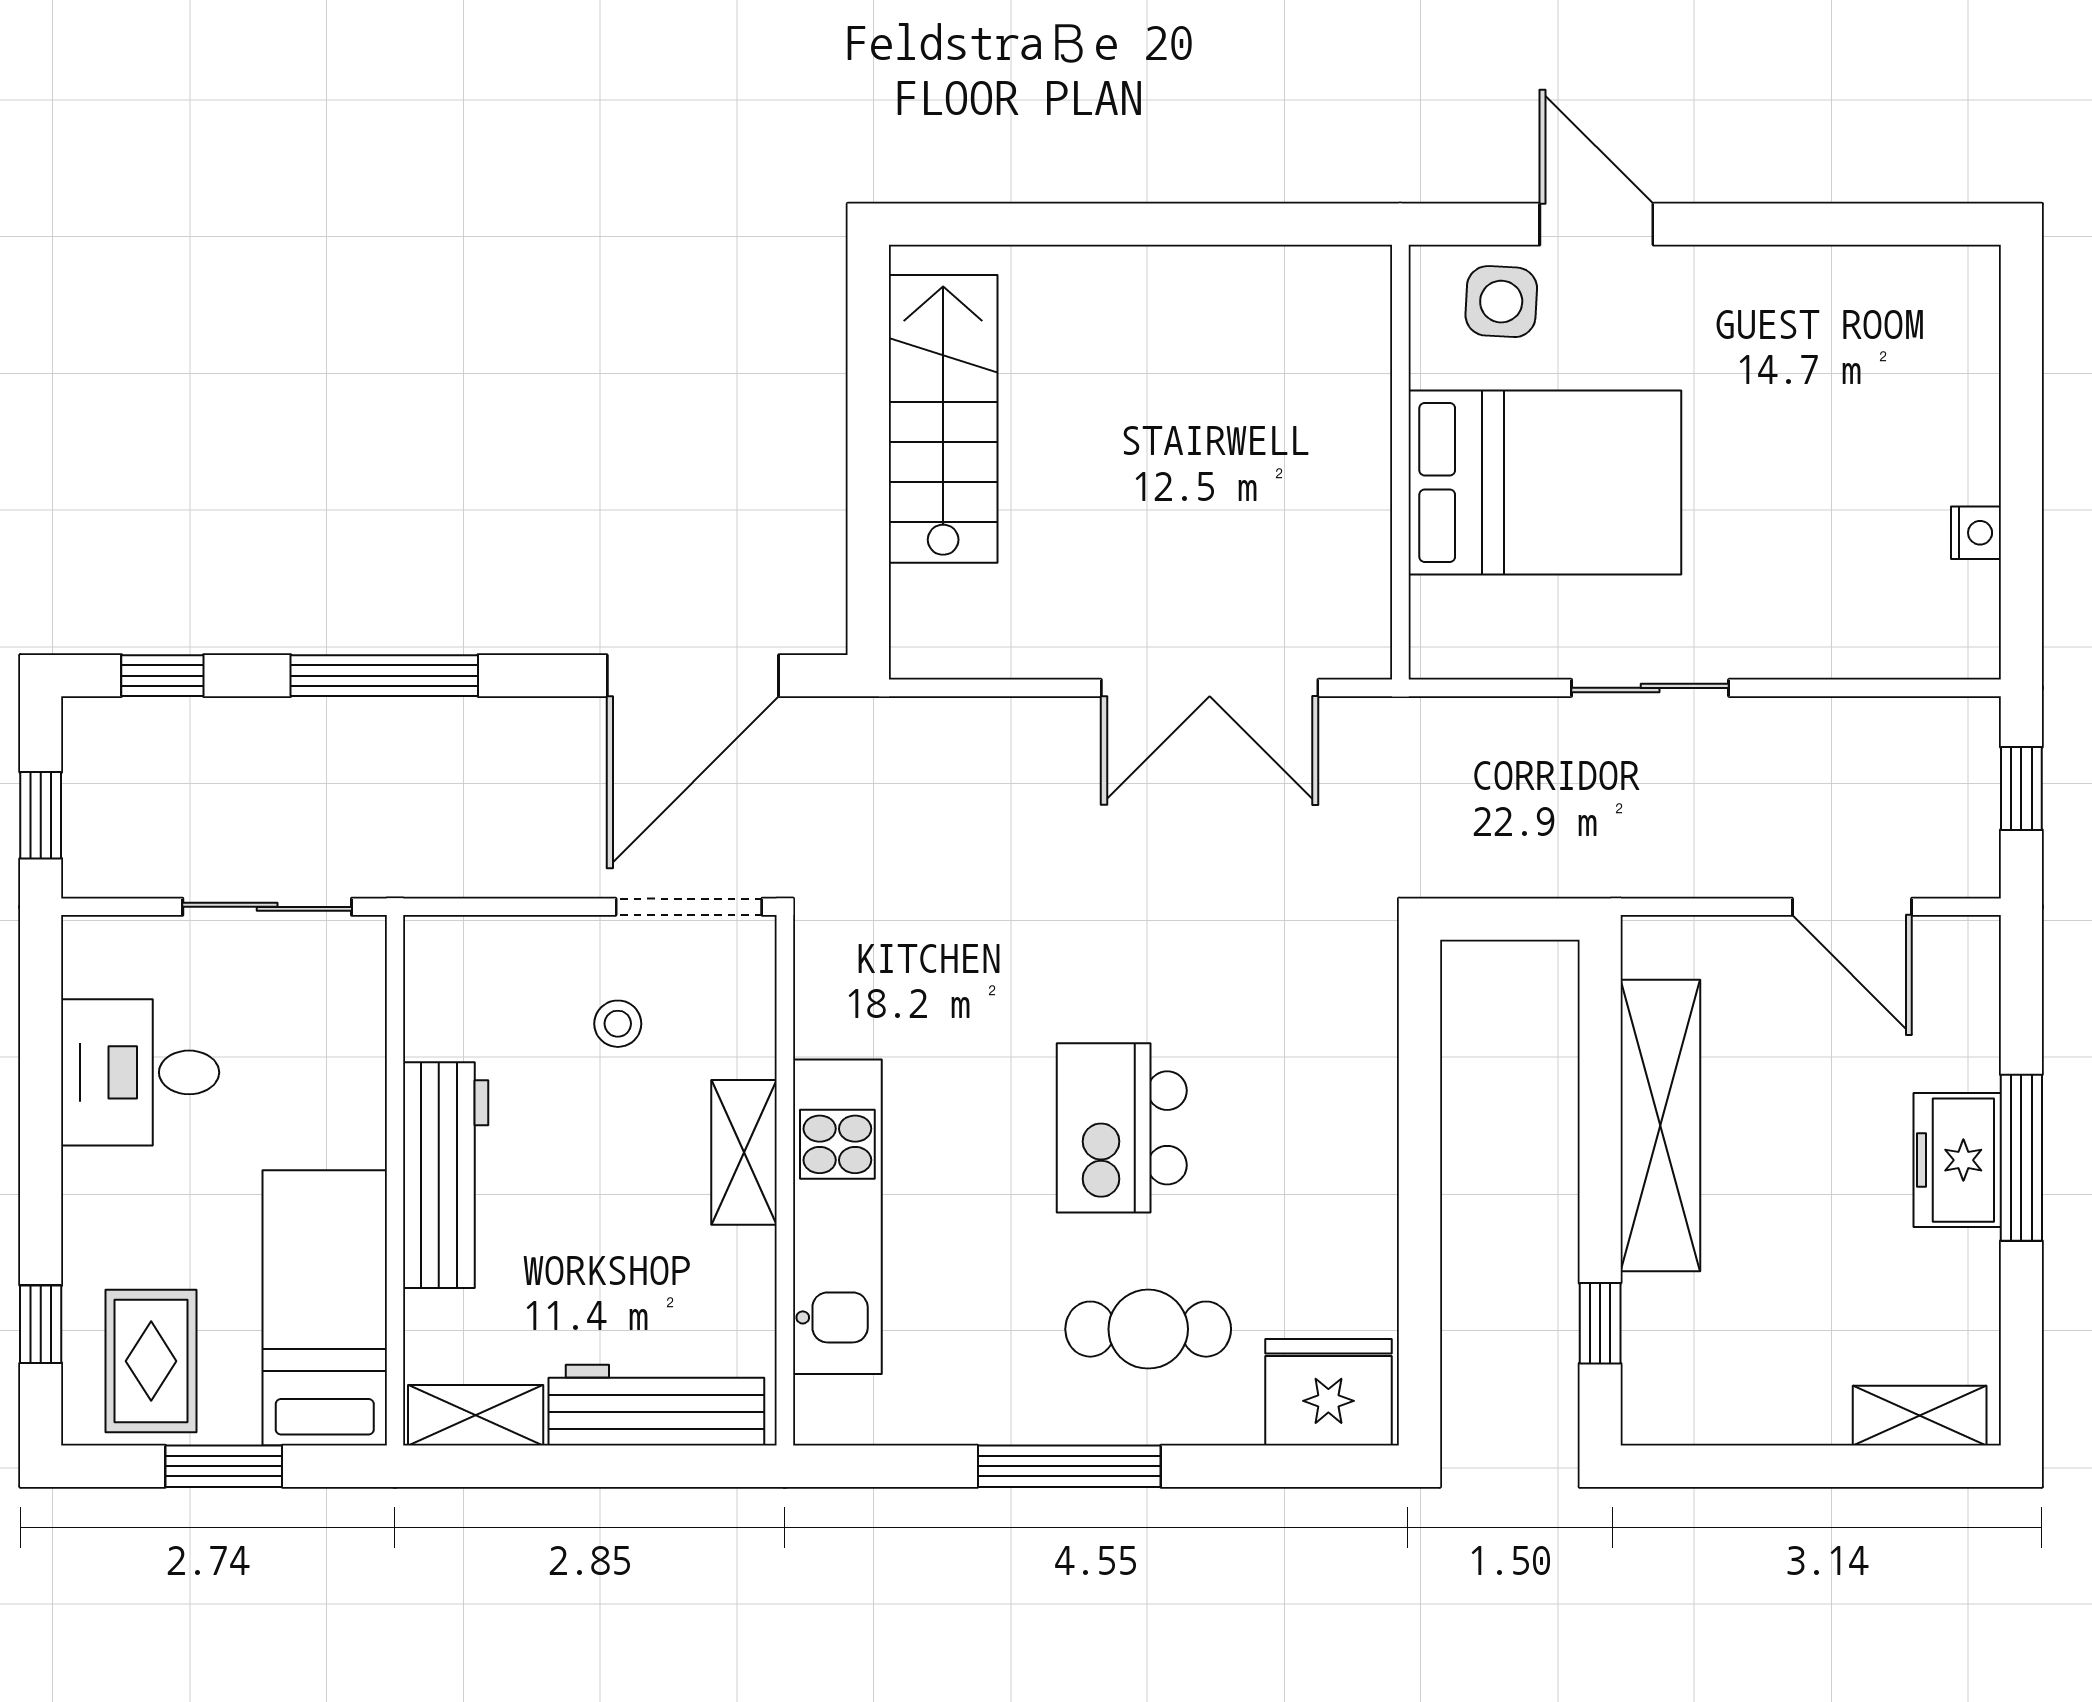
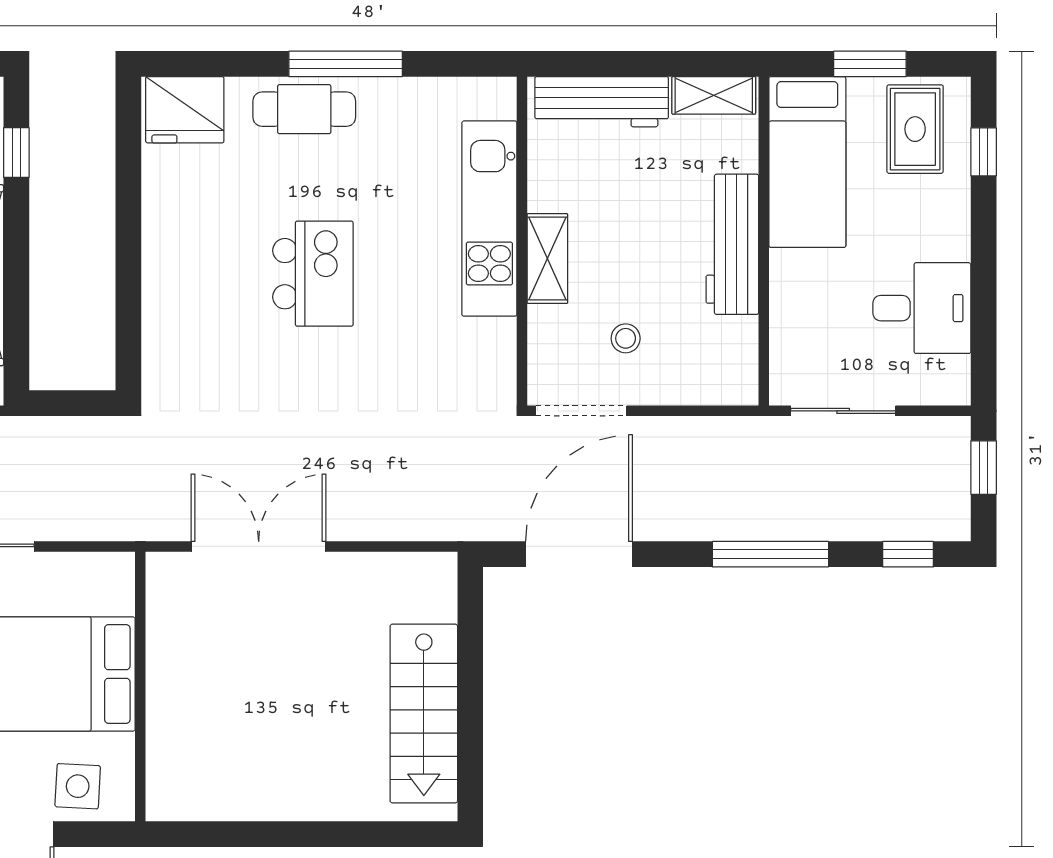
cafe table: (1148, 1329) -> (304, 109), moved

